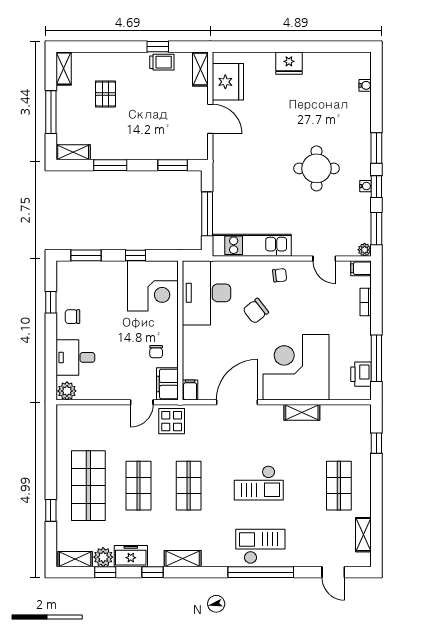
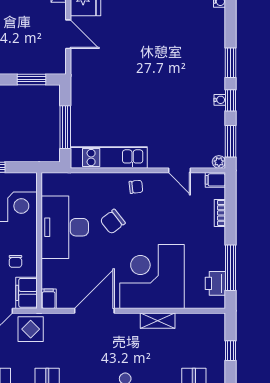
round table: (317, 168) -> (172, 83), removed
desk: (207, 293) -> (65, 227), moved

